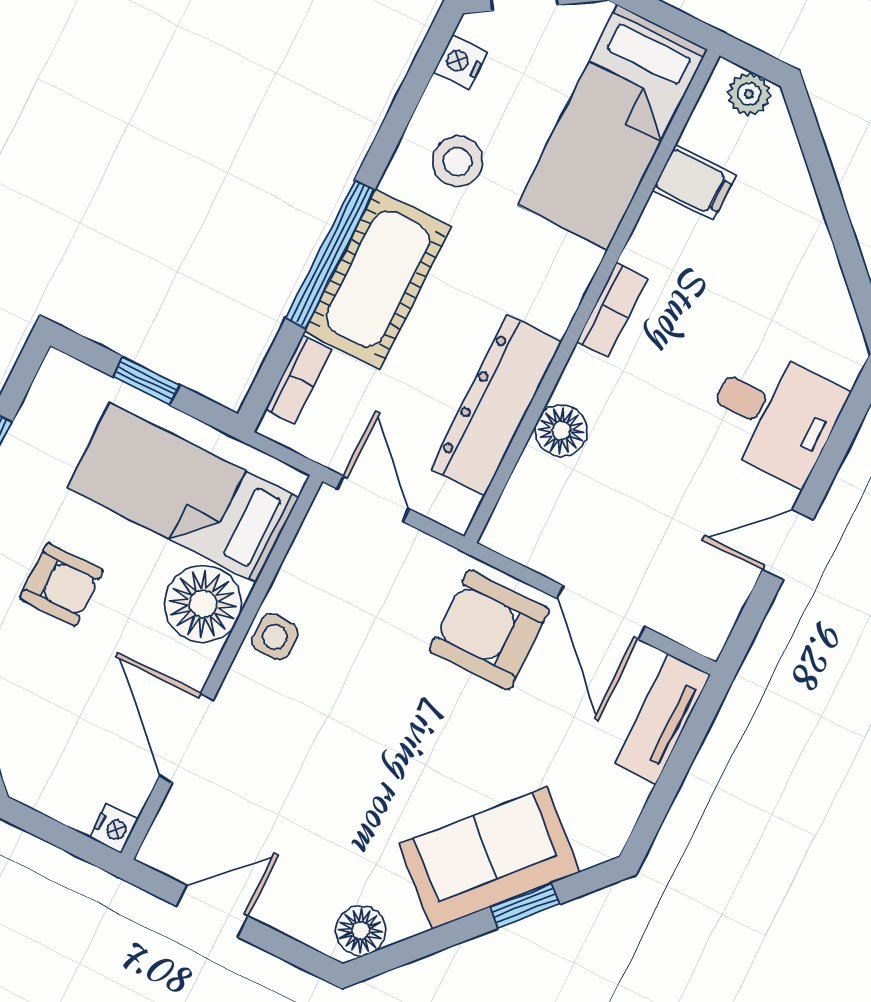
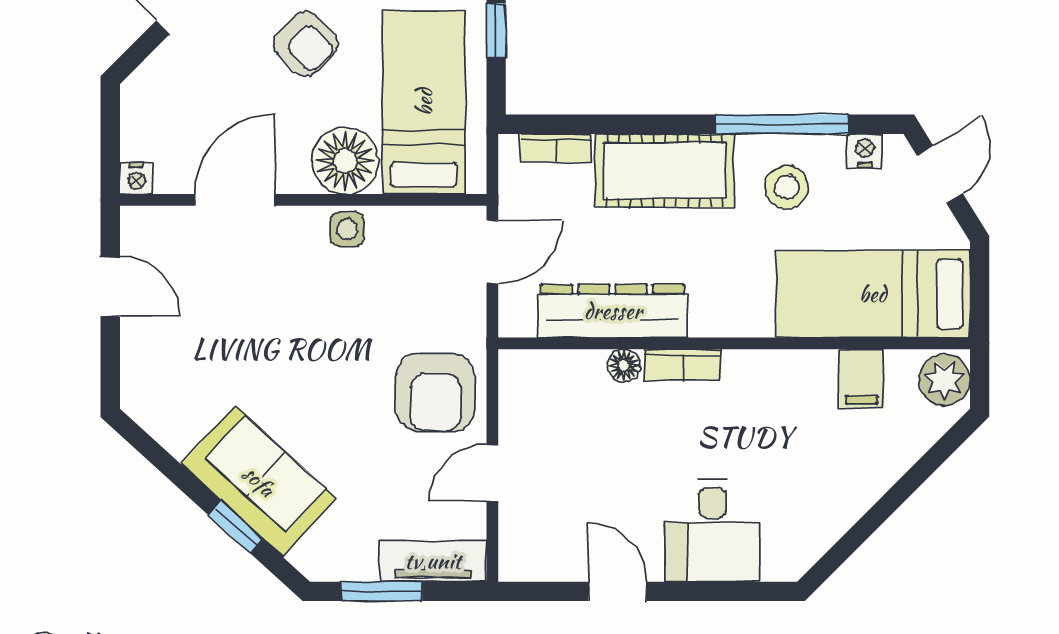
plant: (749, 94) -> (944, 380), width x1.38, depth x1.38
window: (330, 254) -> (782, 124), moved
bookcase: (612, 310) -> (683, 365), moved
floor lamp: (561, 431) -> (624, 366), width x0.73, depth x0.73
armchair: (62, 584) -> (306, 44), turned -45
door: (601, 612) -> (492, 473), width x0.73
armchair: (489, 630) -> (435, 393), turned 180
window: (667, 788) -> (382, 591), added
floor lamp: (361, 931) -> (153, 409), removed

